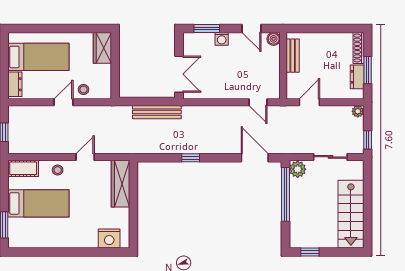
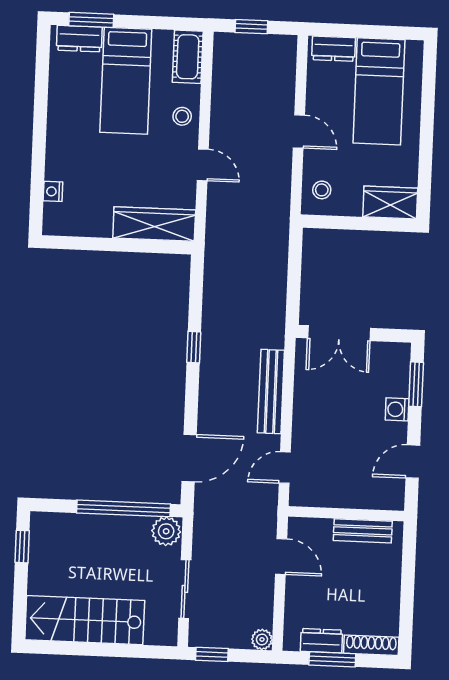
boiler: (274, 39) -> (393, 499), removed
stool: (84, 90) -> (322, 190), moved
bench: (157, 112) -> (271, 392), moved
dresser: (15, 231) -> (79, 39), added
nightstand: (109, 239) -> (53, 191), width x0.53, depth x0.56

